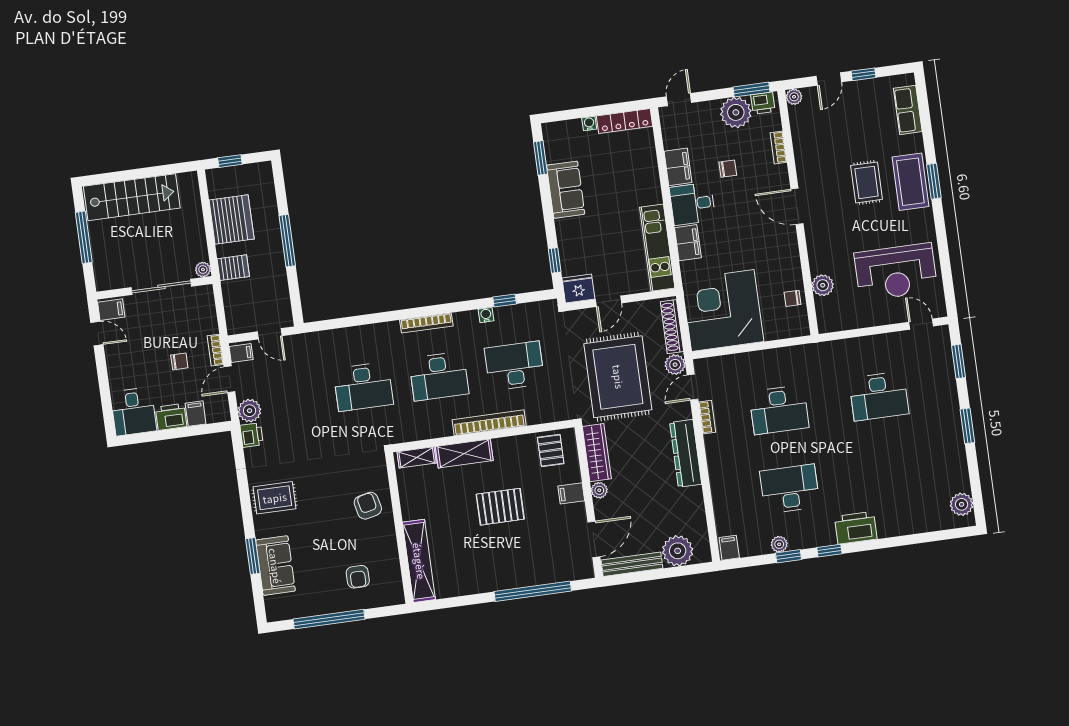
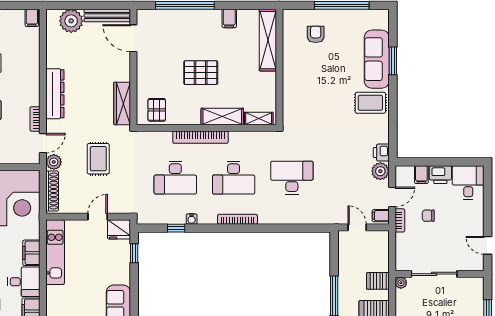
filing cabinet: (111, 310) -> (474, 262), removed
desk: (439, 376) -> (234, 178), turned 180
rug: (618, 377) -> (98, 159), width x0.54, depth x0.49
plant: (599, 490) -> (124, 75), removed
filing cabinet: (571, 493) -> (229, 18), moved, turned 90
armchair: (368, 506) -> (301, 87), removed
door: (594, 539) -> (133, 38), hinge flipped
sofa: (275, 566) -> (377, 59), width x1.36

